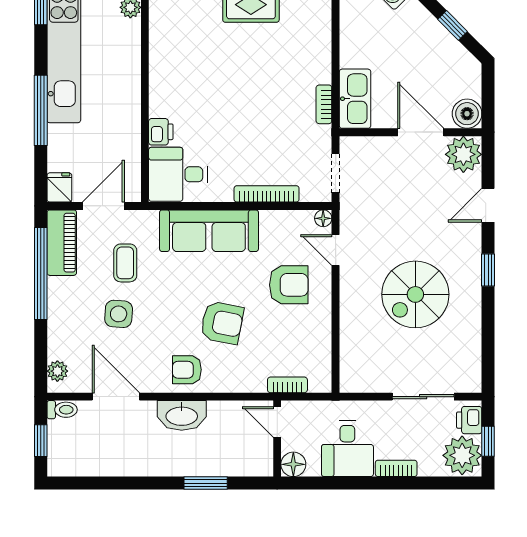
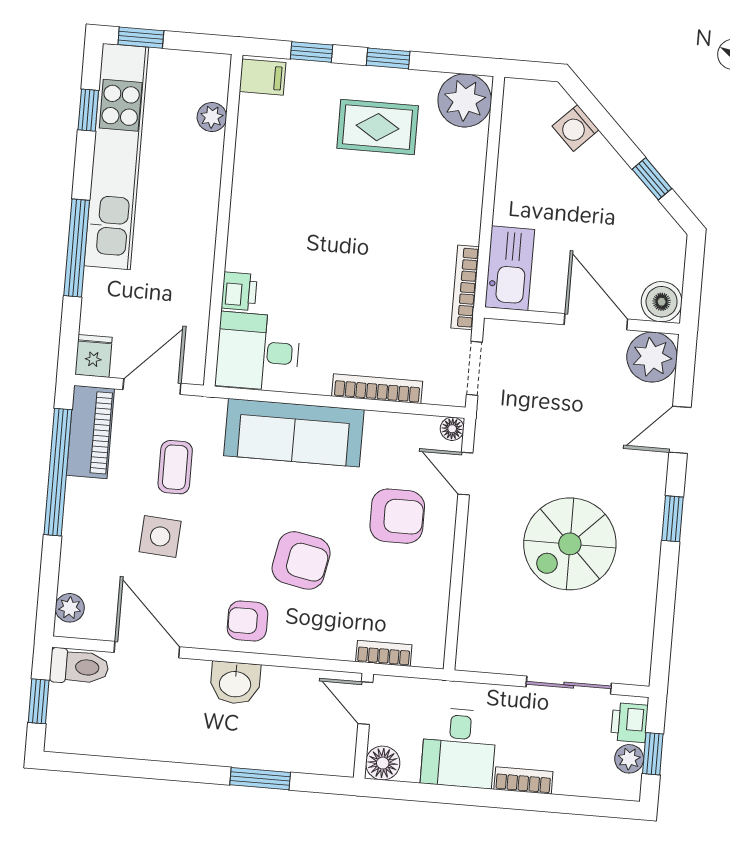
bookcase: (324, 104) -> (465, 287), width x1.56
toilet: (62, 410) -> (79, 667), width x1.37, depth x1.39
washbasin: (182, 415) -> (235, 683), width x0.72
plant: (462, 455) -> (629, 759), width x0.53, depth x0.53

